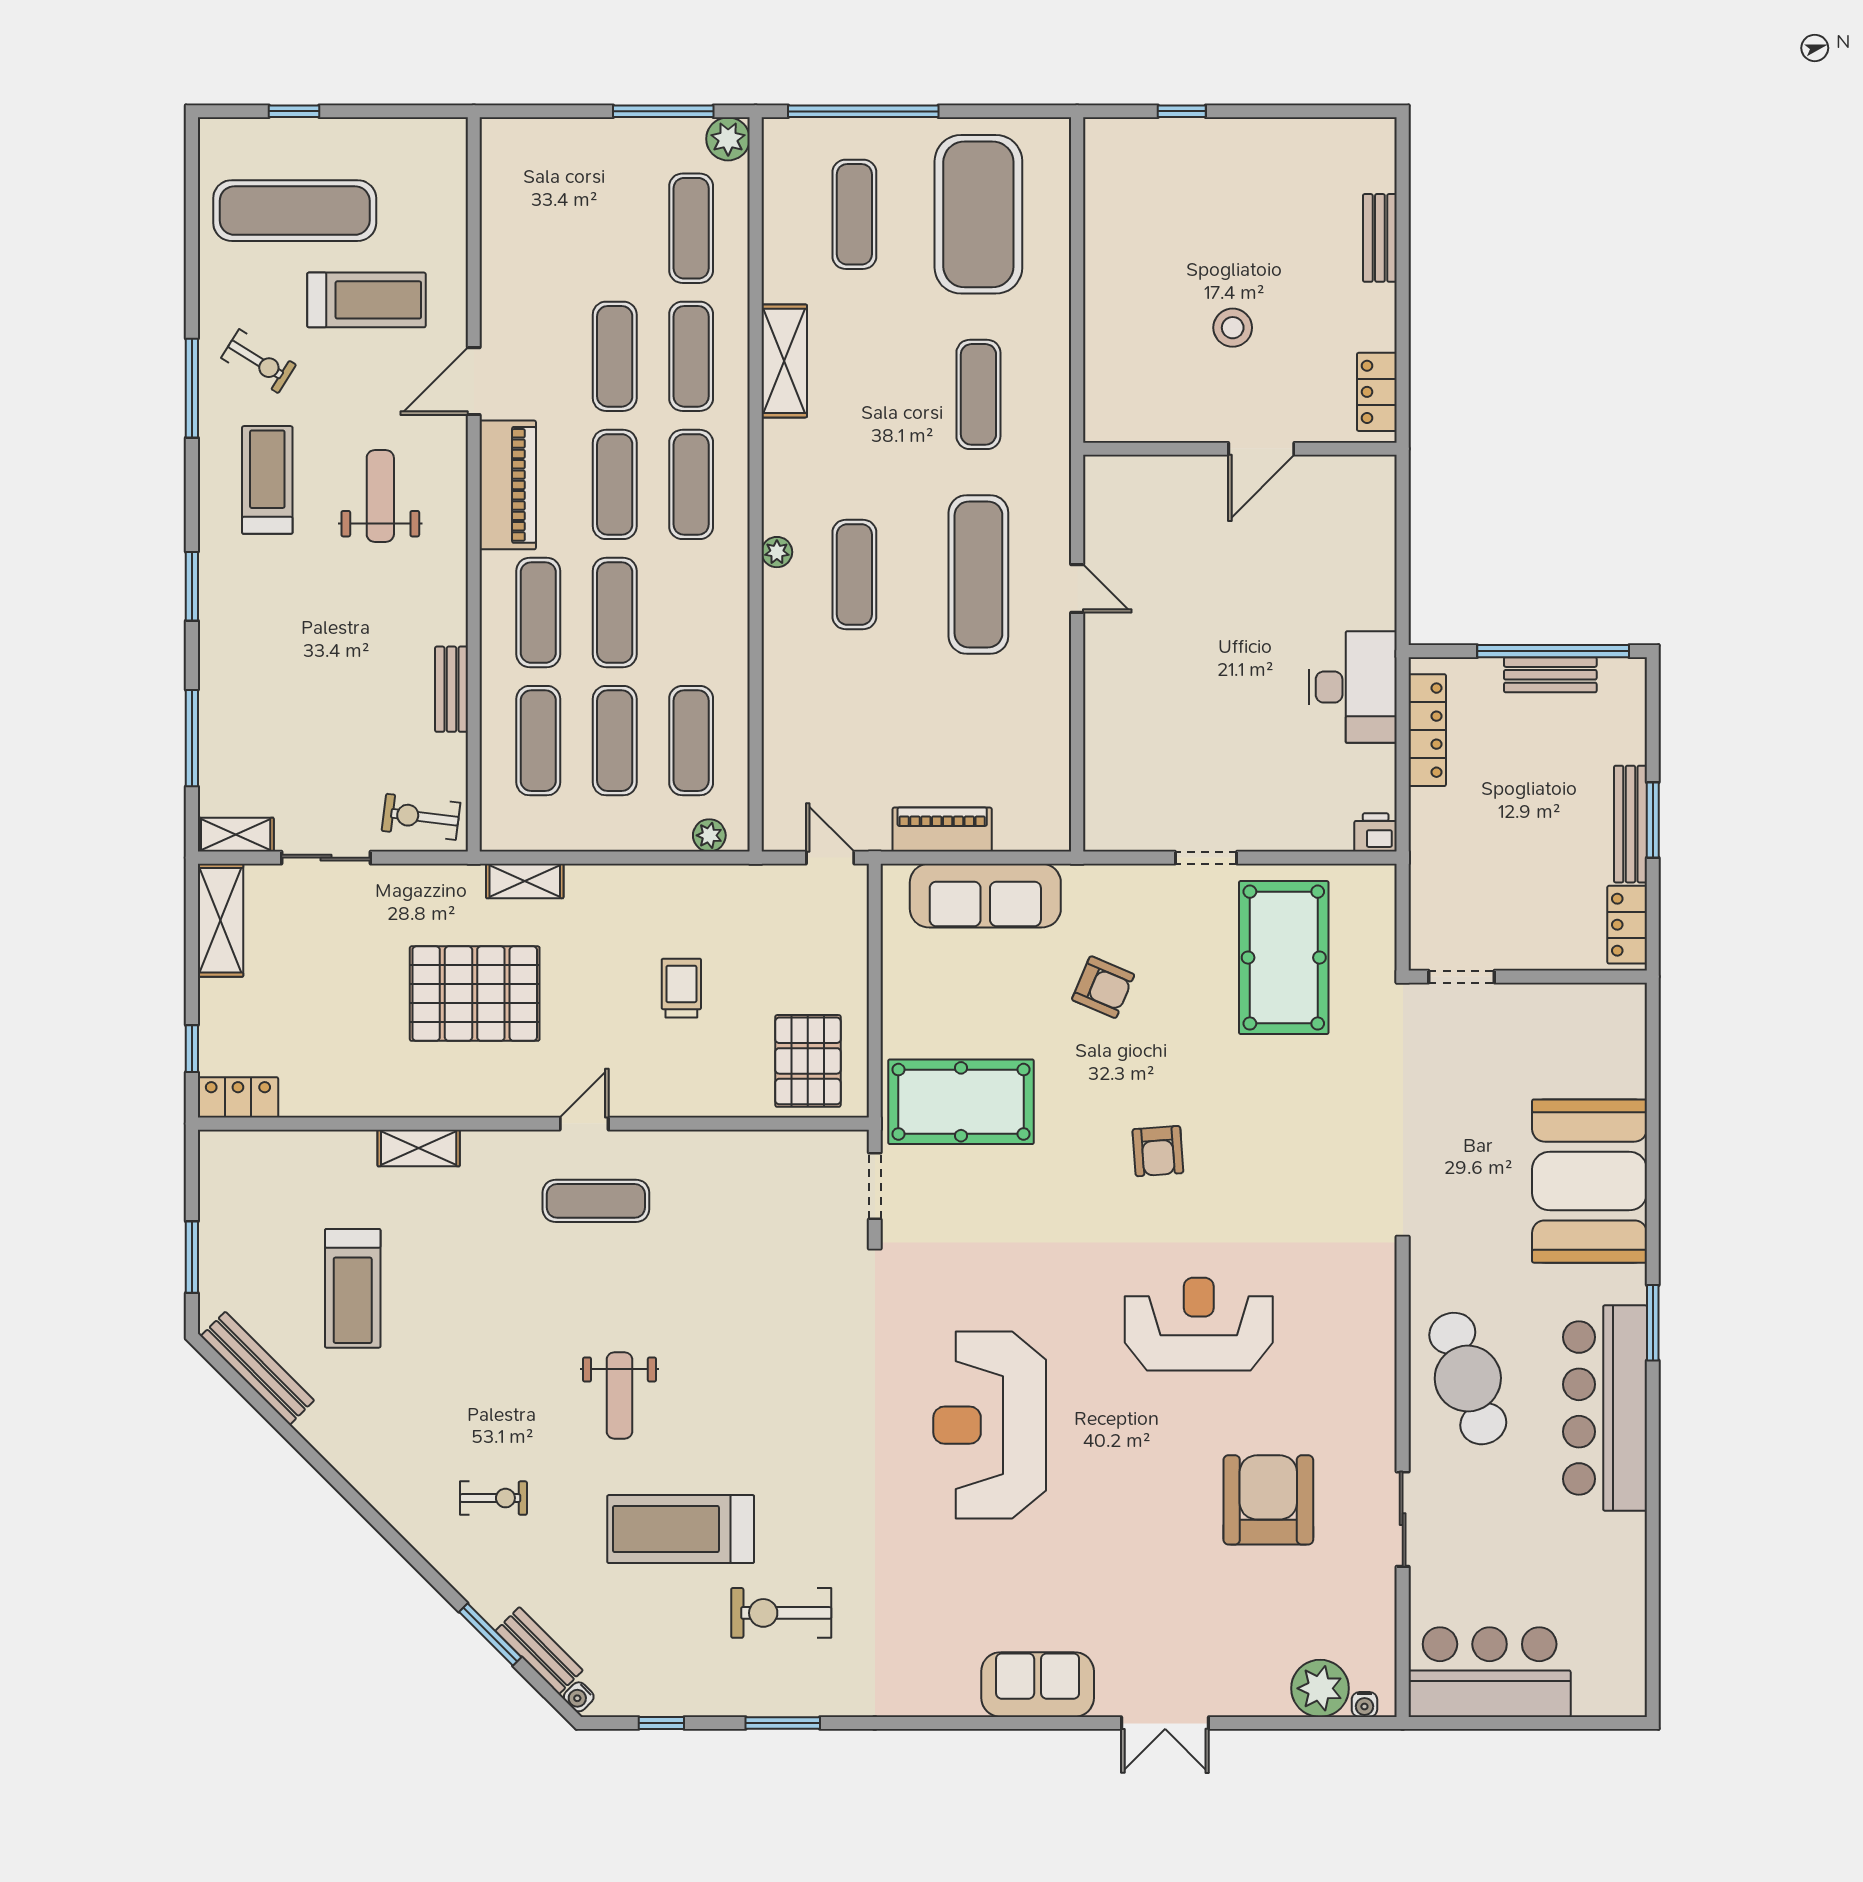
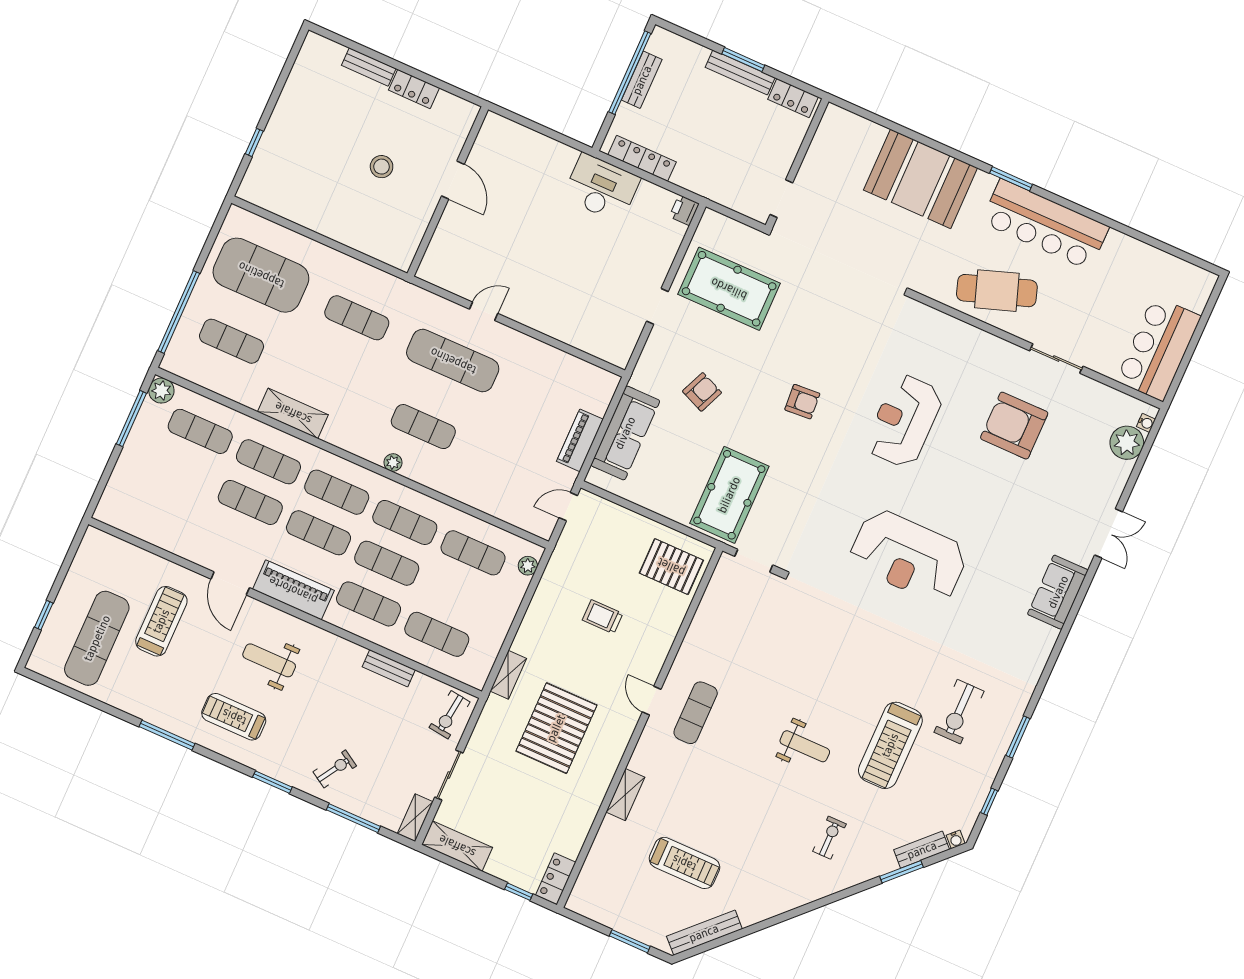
exercise bike: (259, 361) -> (335, 769), moved
locker: (1377, 392) -> (414, 89), moved
exercise mat: (615, 741) -> (405, 522), moved

